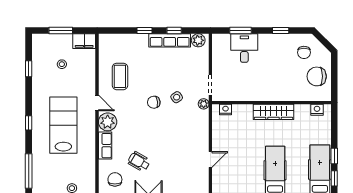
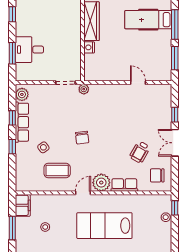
side table: (177, 97) -> (43, 147), moved
nightstand: (226, 109) -> (89, 47), moved

